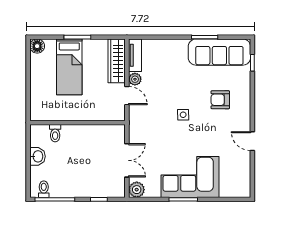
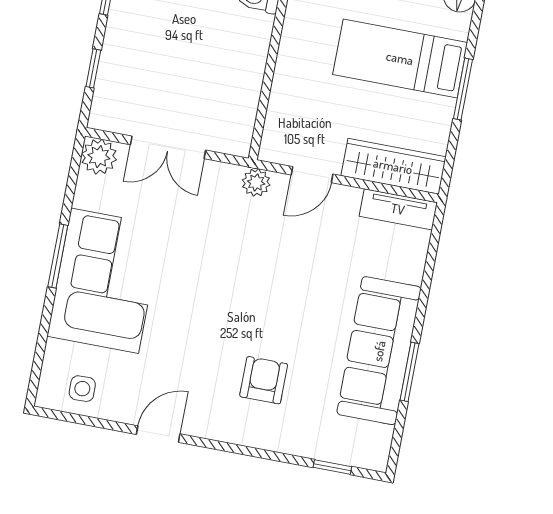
sofa: (219, 52) -> (379, 351), moved
plant: (135, 79) -> (256, 183), moved
side table: (183, 115) -> (82, 389), moved

